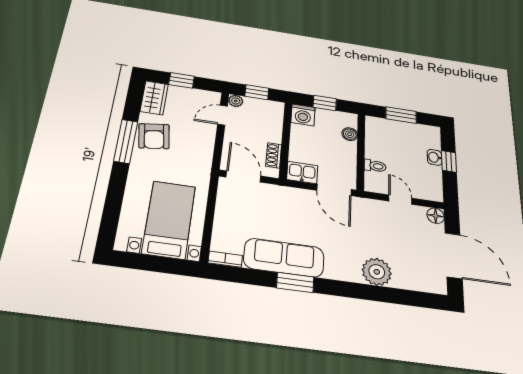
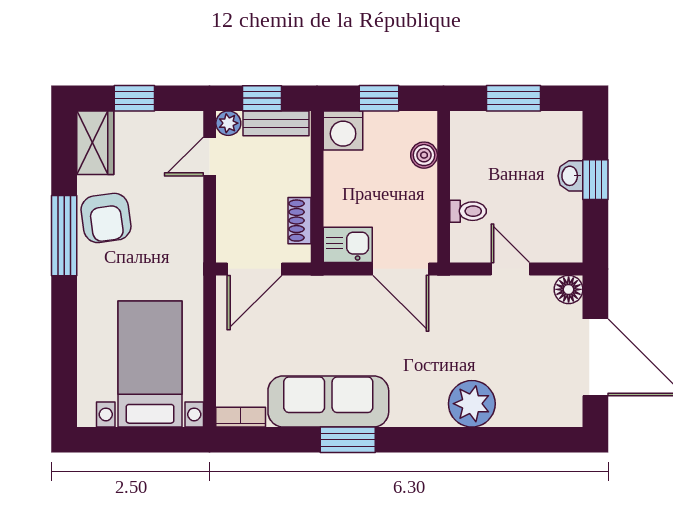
bench: (264, 105) -> (276, 123), added
door: (243, 177) -> (255, 269), swing flipped

